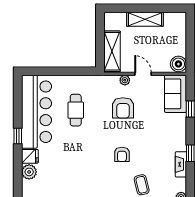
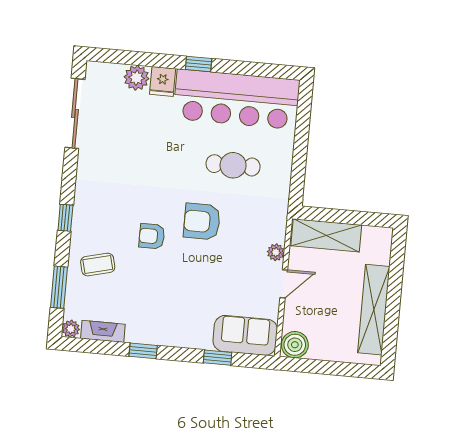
shelving: (145, 19) -> (374, 310), width x1.47
armchair: (123, 108) -> (202, 222), moved
fireplace: (181, 164) -> (103, 331), moved

